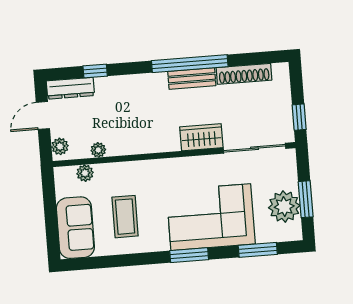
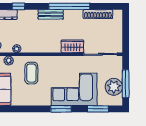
bench: (192, 78) -> (51, 14), moved
window: (299, 117) -> (126, 40), removed
window: (306, 199) -> (126, 84), width x1.44
coffee table: (125, 217) -> (31, 73), moved

